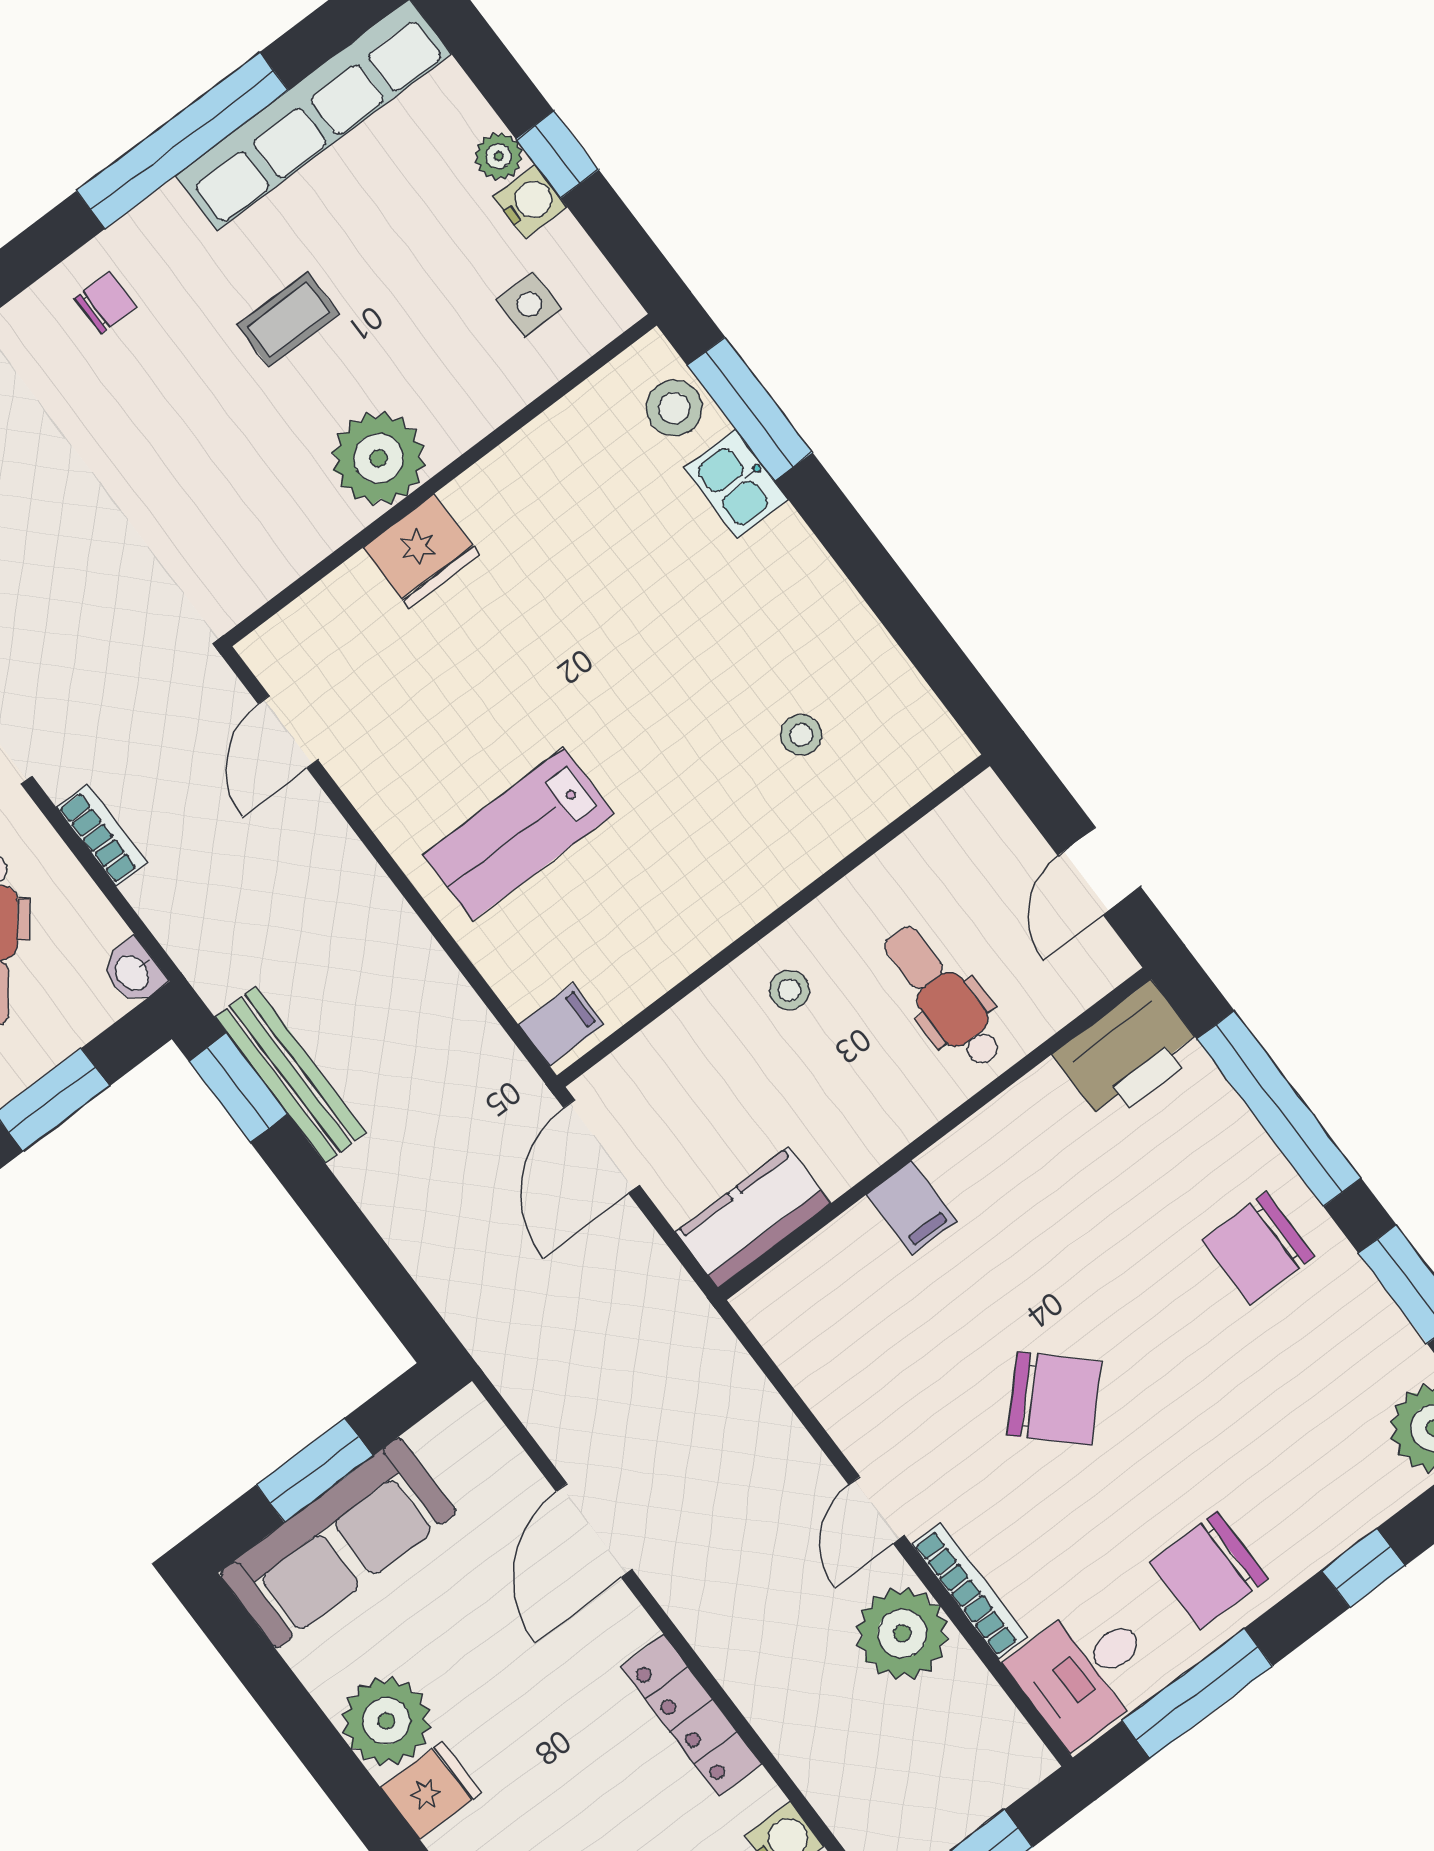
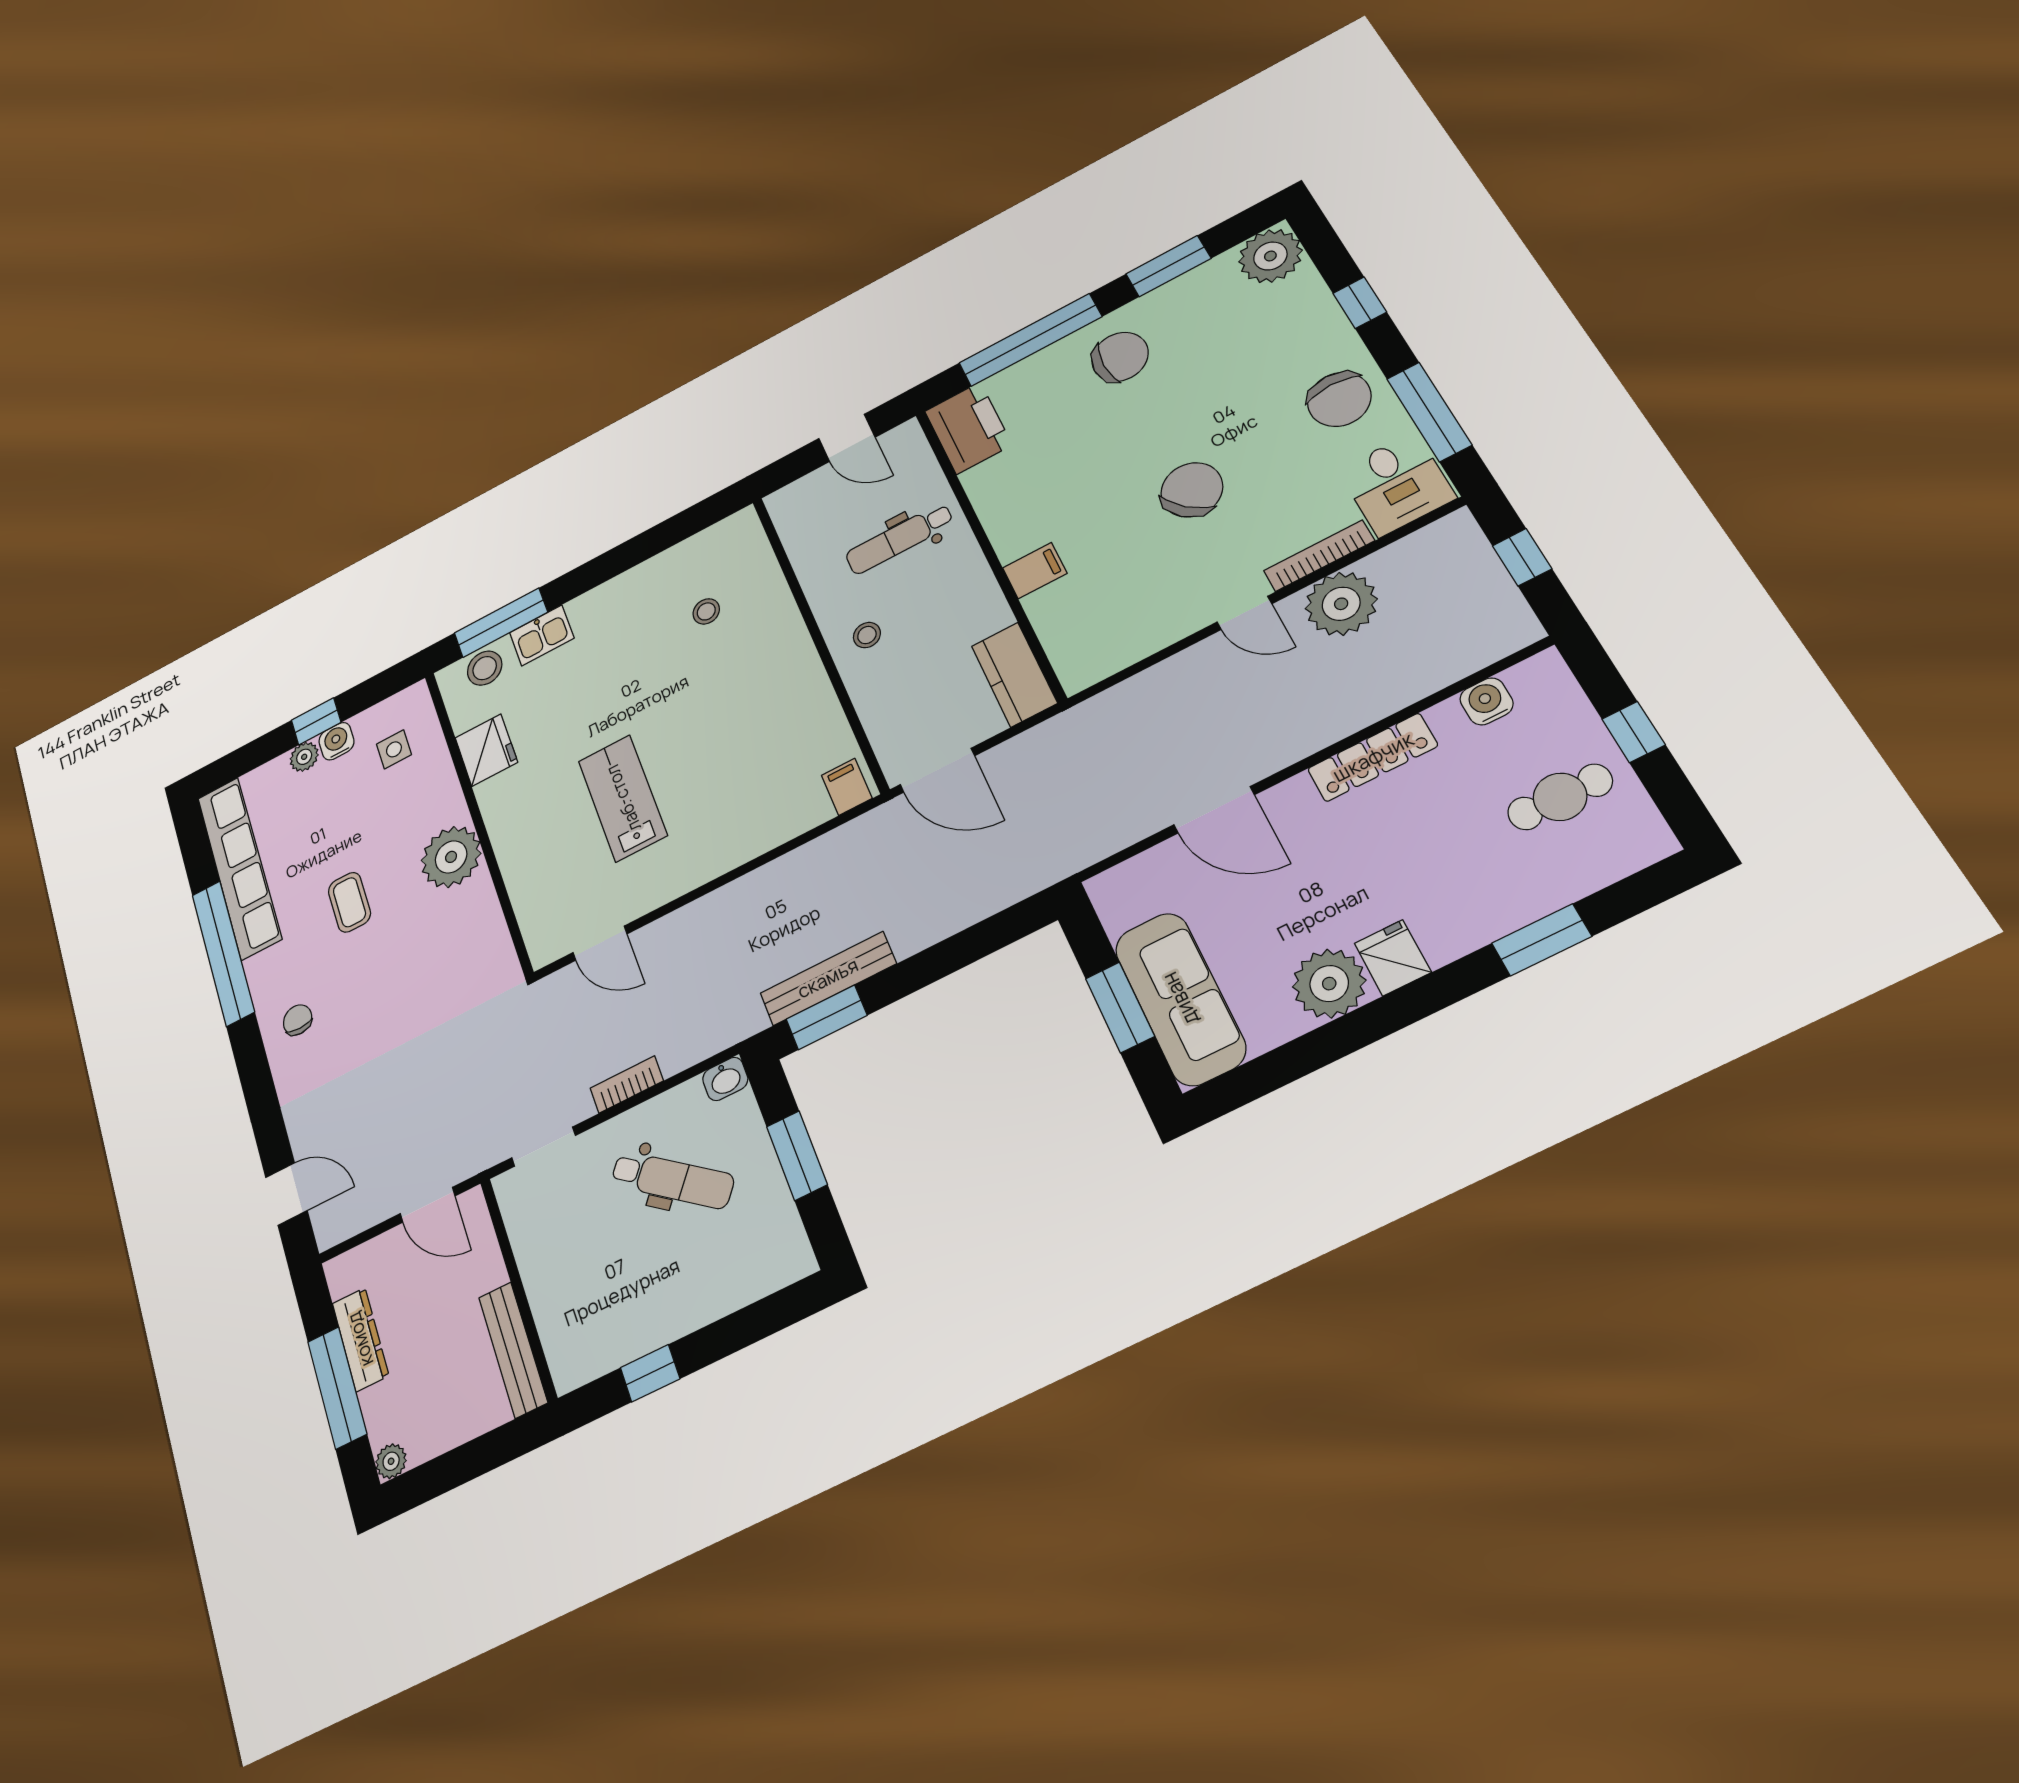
fridge: (421, 551) -> (486, 750), moved
lab bench: (518, 834) -> (623, 798), moved, turned 180
chair: (1258, 1248) -> (1120, 357), turned -90

